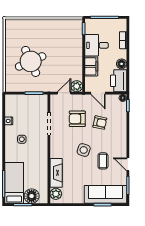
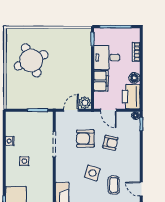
round table: (31, 61) -> (31, 60), moved

